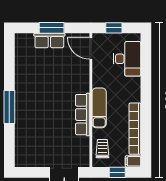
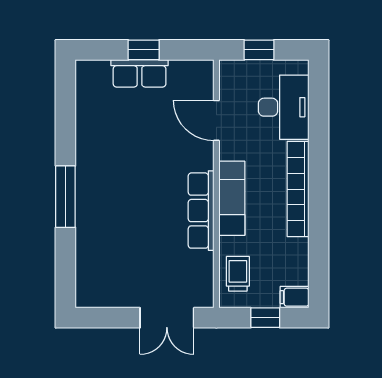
window: (52, 28) -> (144, 50), width x0.67
door: (91, 48) -> (216, 120), moved
bookcase: (135, 129) -> (298, 189), moved

